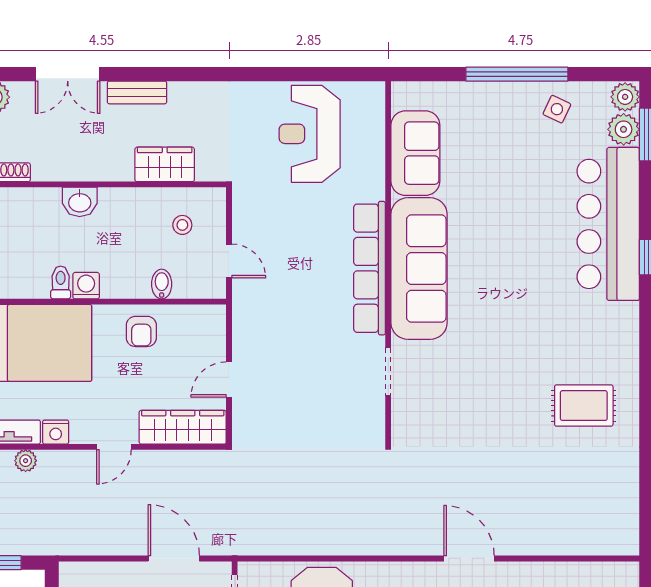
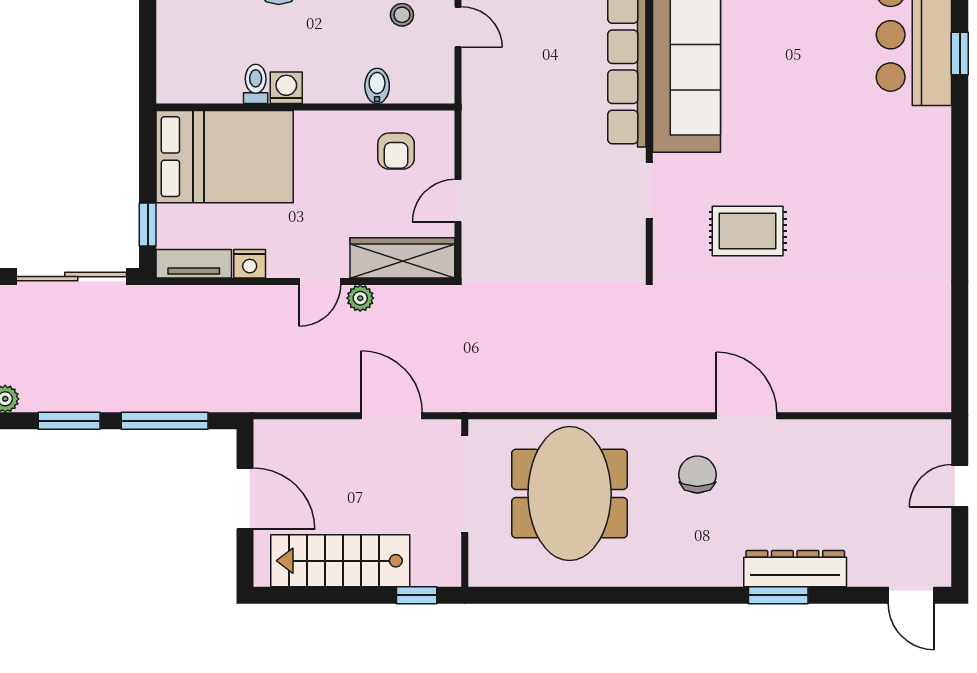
door: (229, 261) -> (458, 27), moved
armchair: (141, 331) -> (396, 151), moved
rug: (584, 406) -> (748, 231), moved
plant: (26, 461) -> (360, 298), moved

